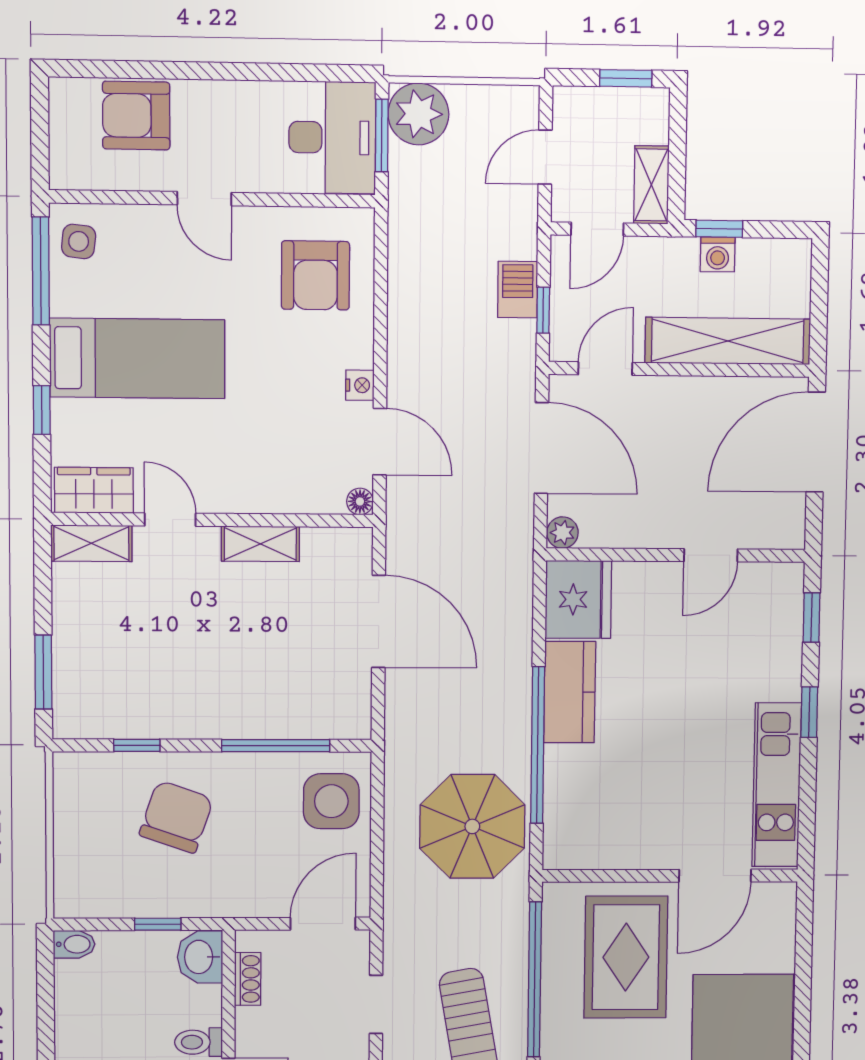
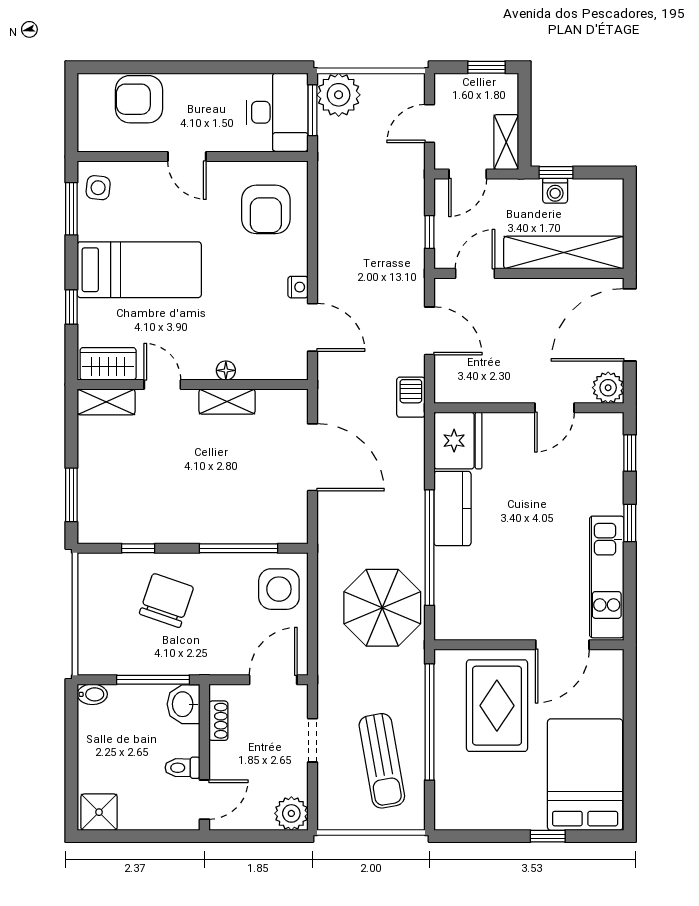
window: (41, 271) -> (71, 209), width x0.69
barbecue: (518, 290) -> (411, 397), moved
door: (541, 448) -> (429, 331), width x0.73
floor lamp: (360, 501) -> (226, 370), moved
plant: (562, 533) -> (608, 388), moved, width x1.38, depth x1.38
window: (158, 924) -> (153, 680), width x2.17

